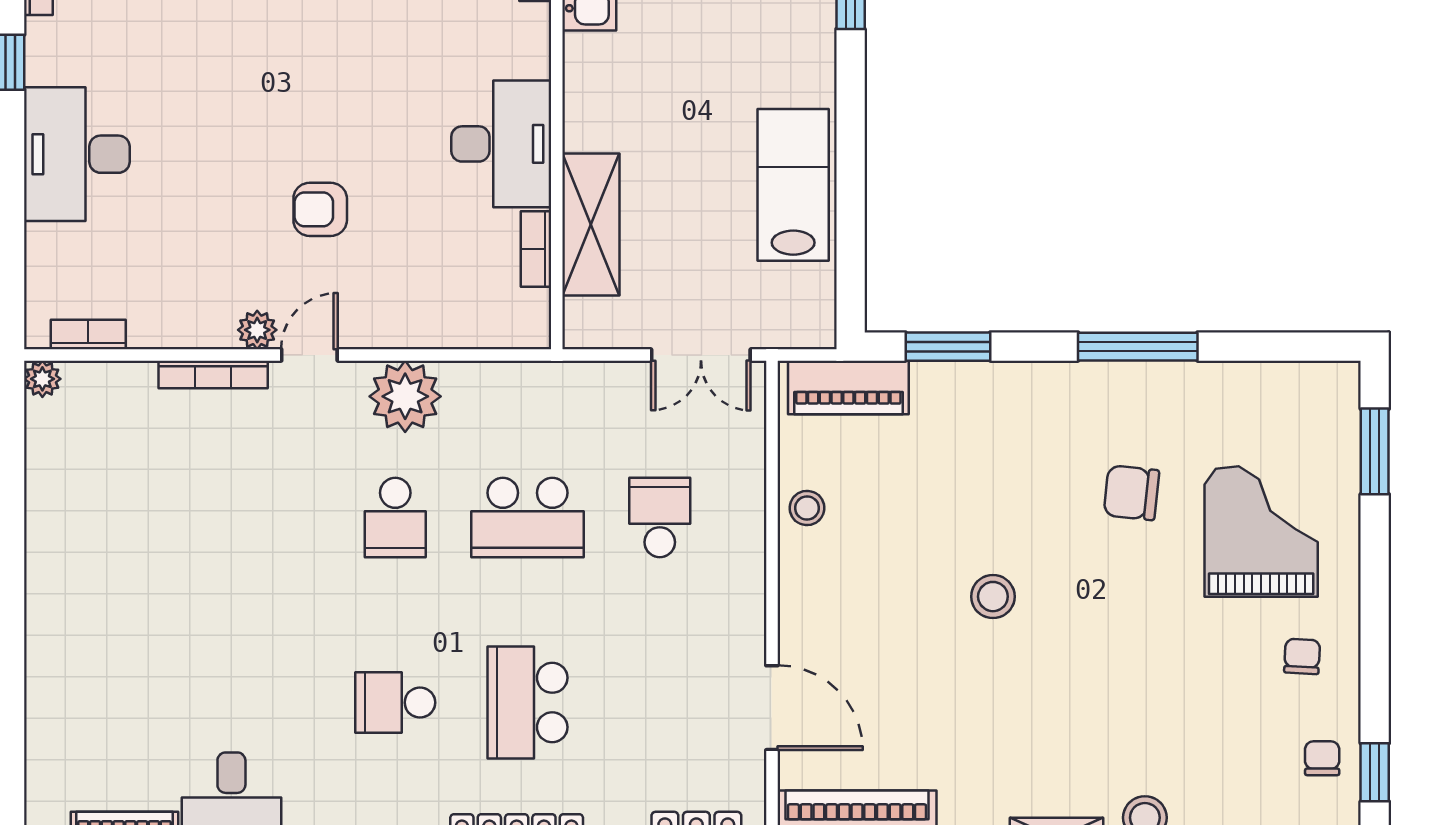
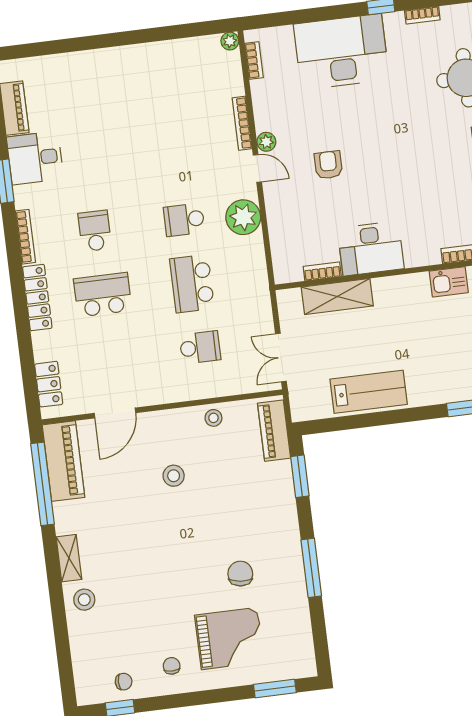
desk: (77, 154) -> (341, 52), width x1.36, depth x1.30
stool: (993, 597) -> (174, 476), moved
chair: (1302, 656) -> (172, 666), turned -93

